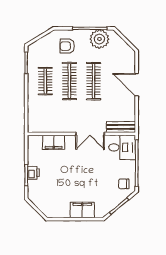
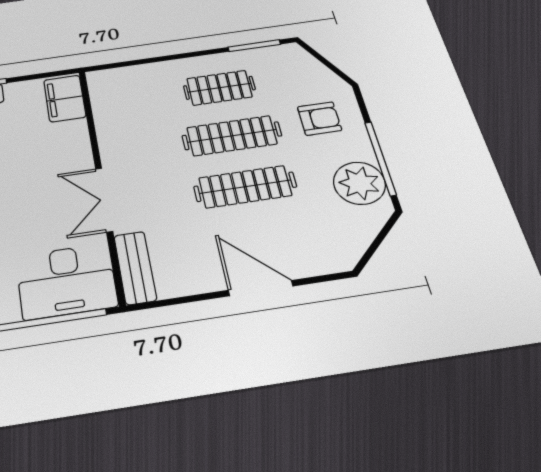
armchair: (67, 46) -> (319, 119), turned 90
door: (137, 85) -> (261, 288), hinge flipped
filing cabinet: (54, 142) -> (65, 98), moved
desk: (122, 147) -> (66, 281), width x1.37

